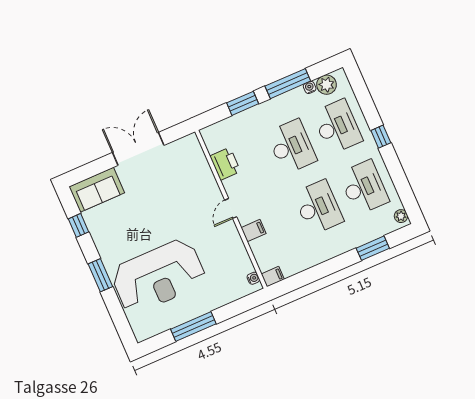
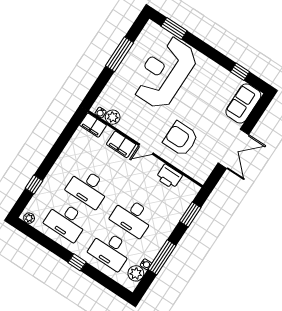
window: (243, 103) -> (190, 214), moved
armchair: (187, 196) -> (181, 139), added
door: (231, 208) -> (146, 149), swing flipped
filing cabinet: (254, 231) -> (121, 144), width x2.00
window: (373, 248) -> (34, 184), width x0.67
plant: (244, 265) -> (113, 117), added
window: (100, 275) -> (174, 28), moved
filing cabinet: (273, 277) -> (93, 125), width x2.00

